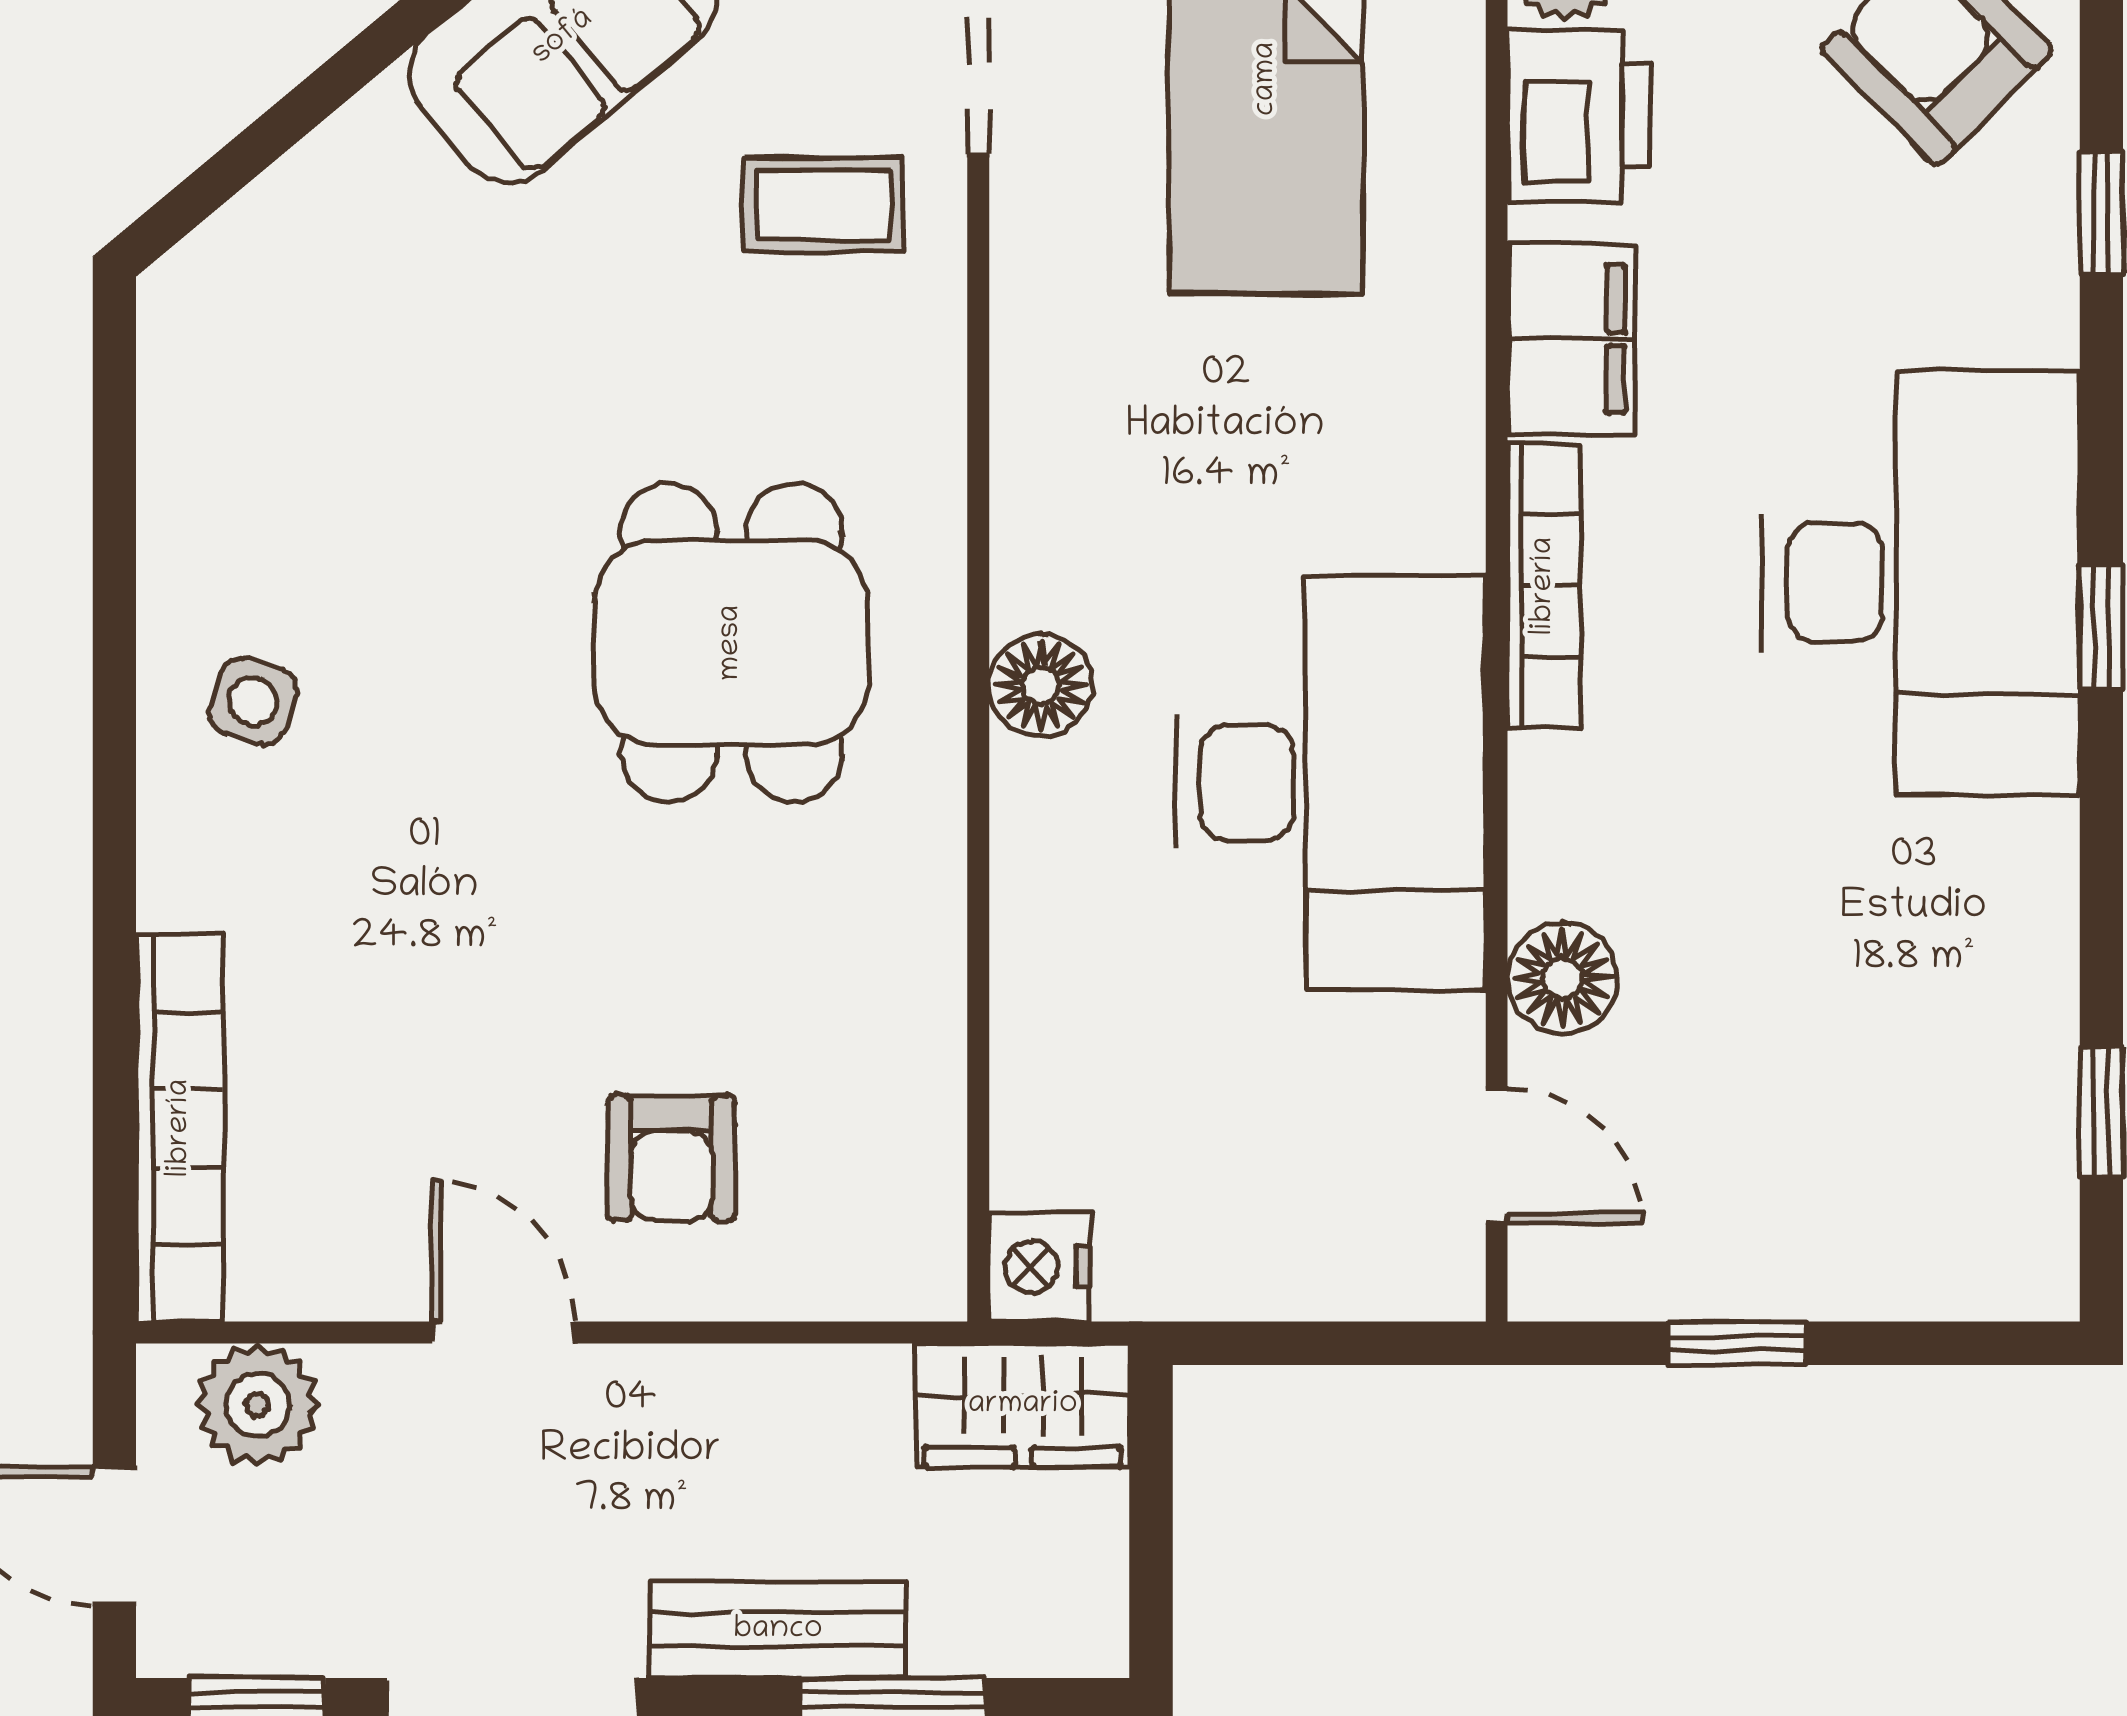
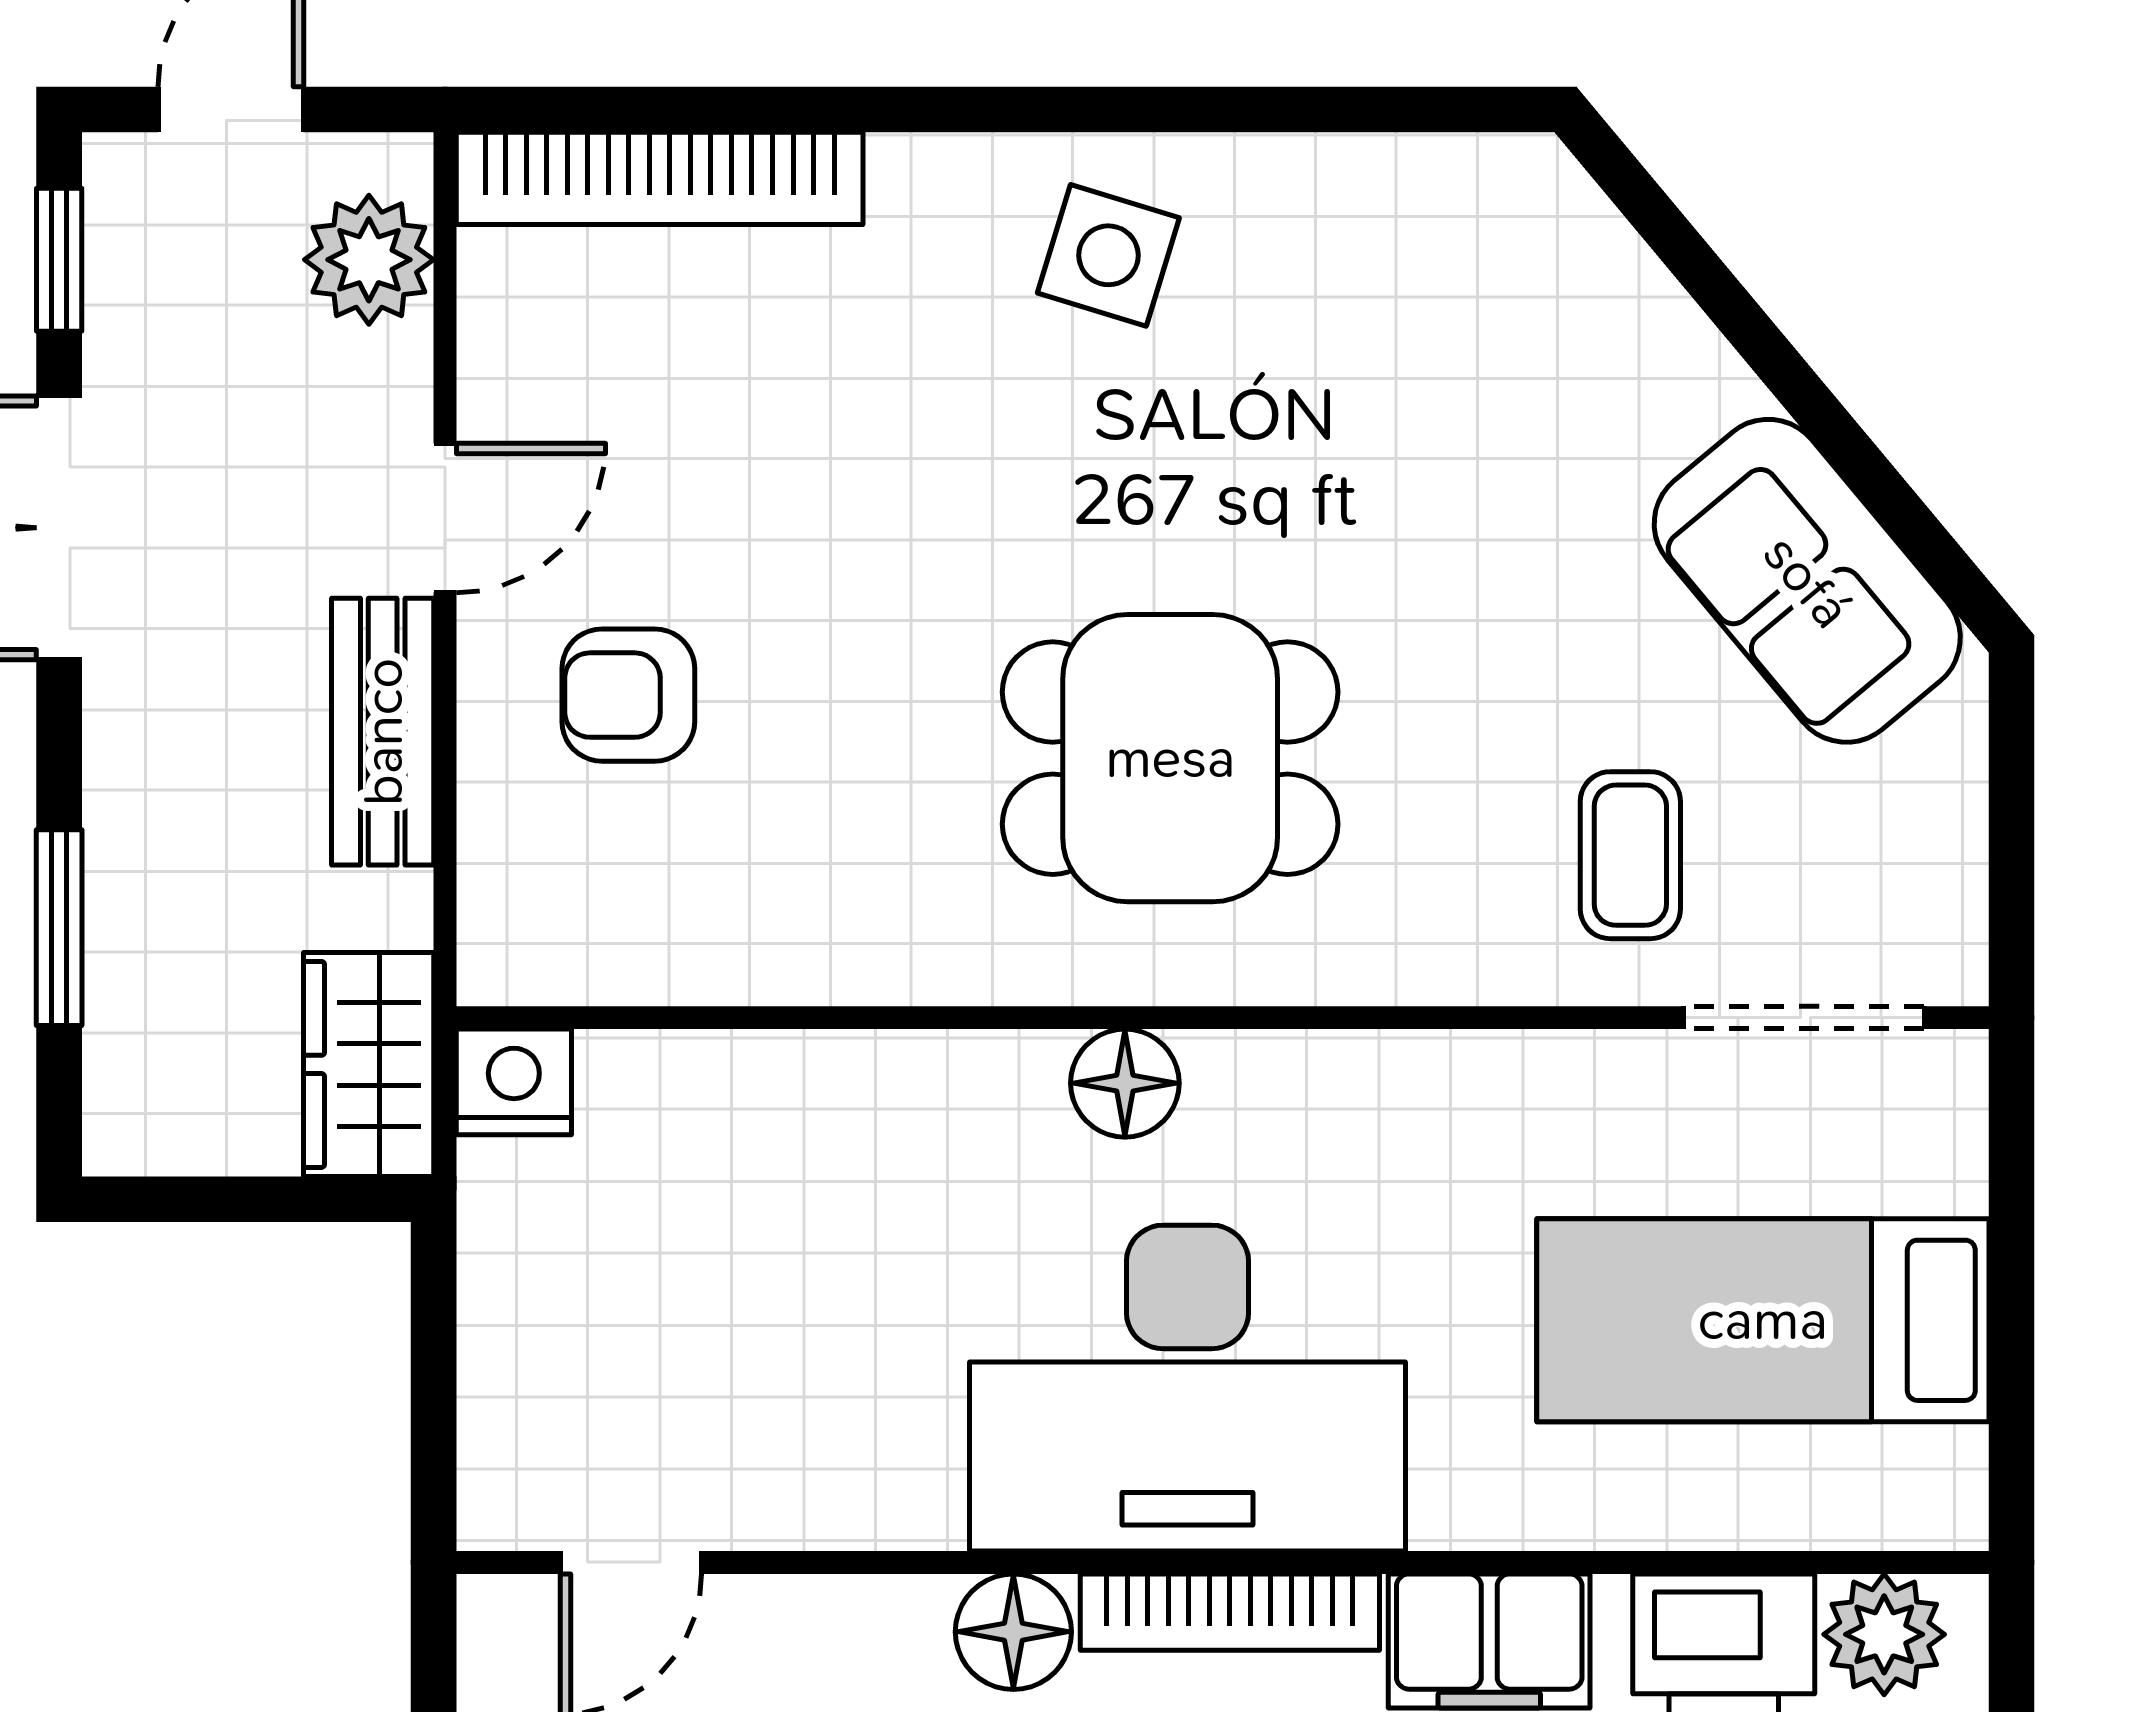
side table: (253, 701) -> (1108, 255), width x1.37, depth x1.37
desk: (1331, 783) -> (1188, 1388), moved
floor lamp: (1563, 978) -> (1013, 1632), moved
bench: (778, 1630) -> (383, 732), moved

